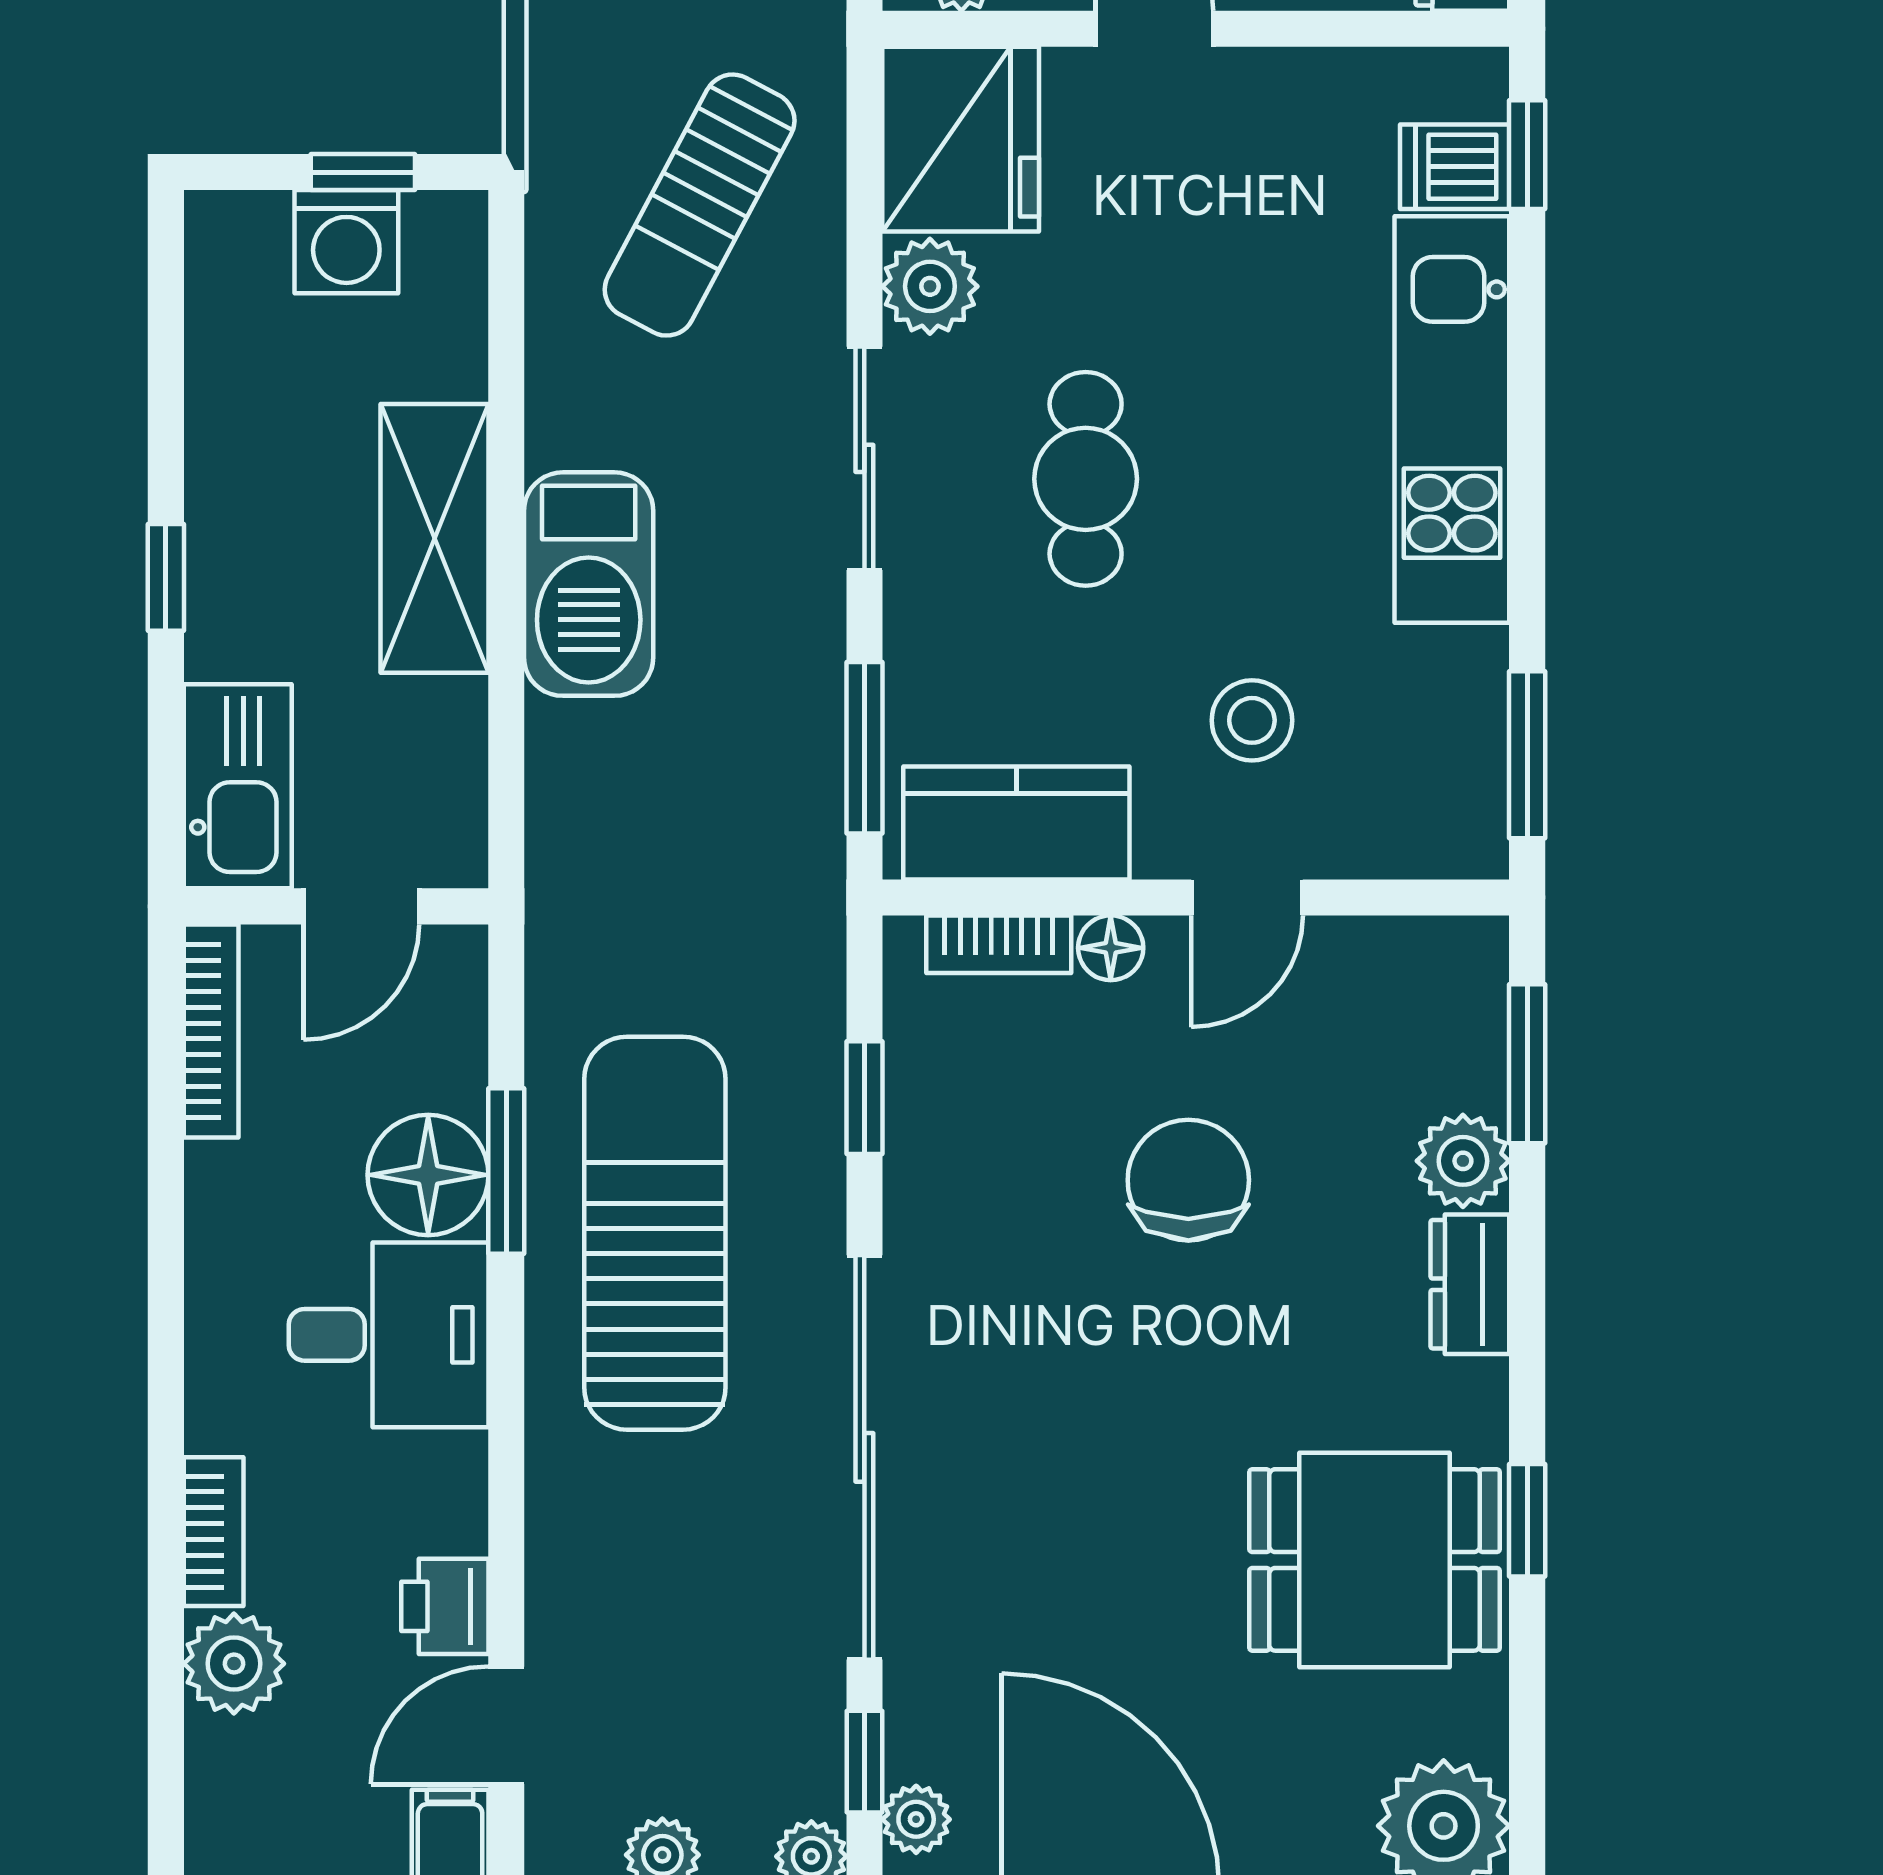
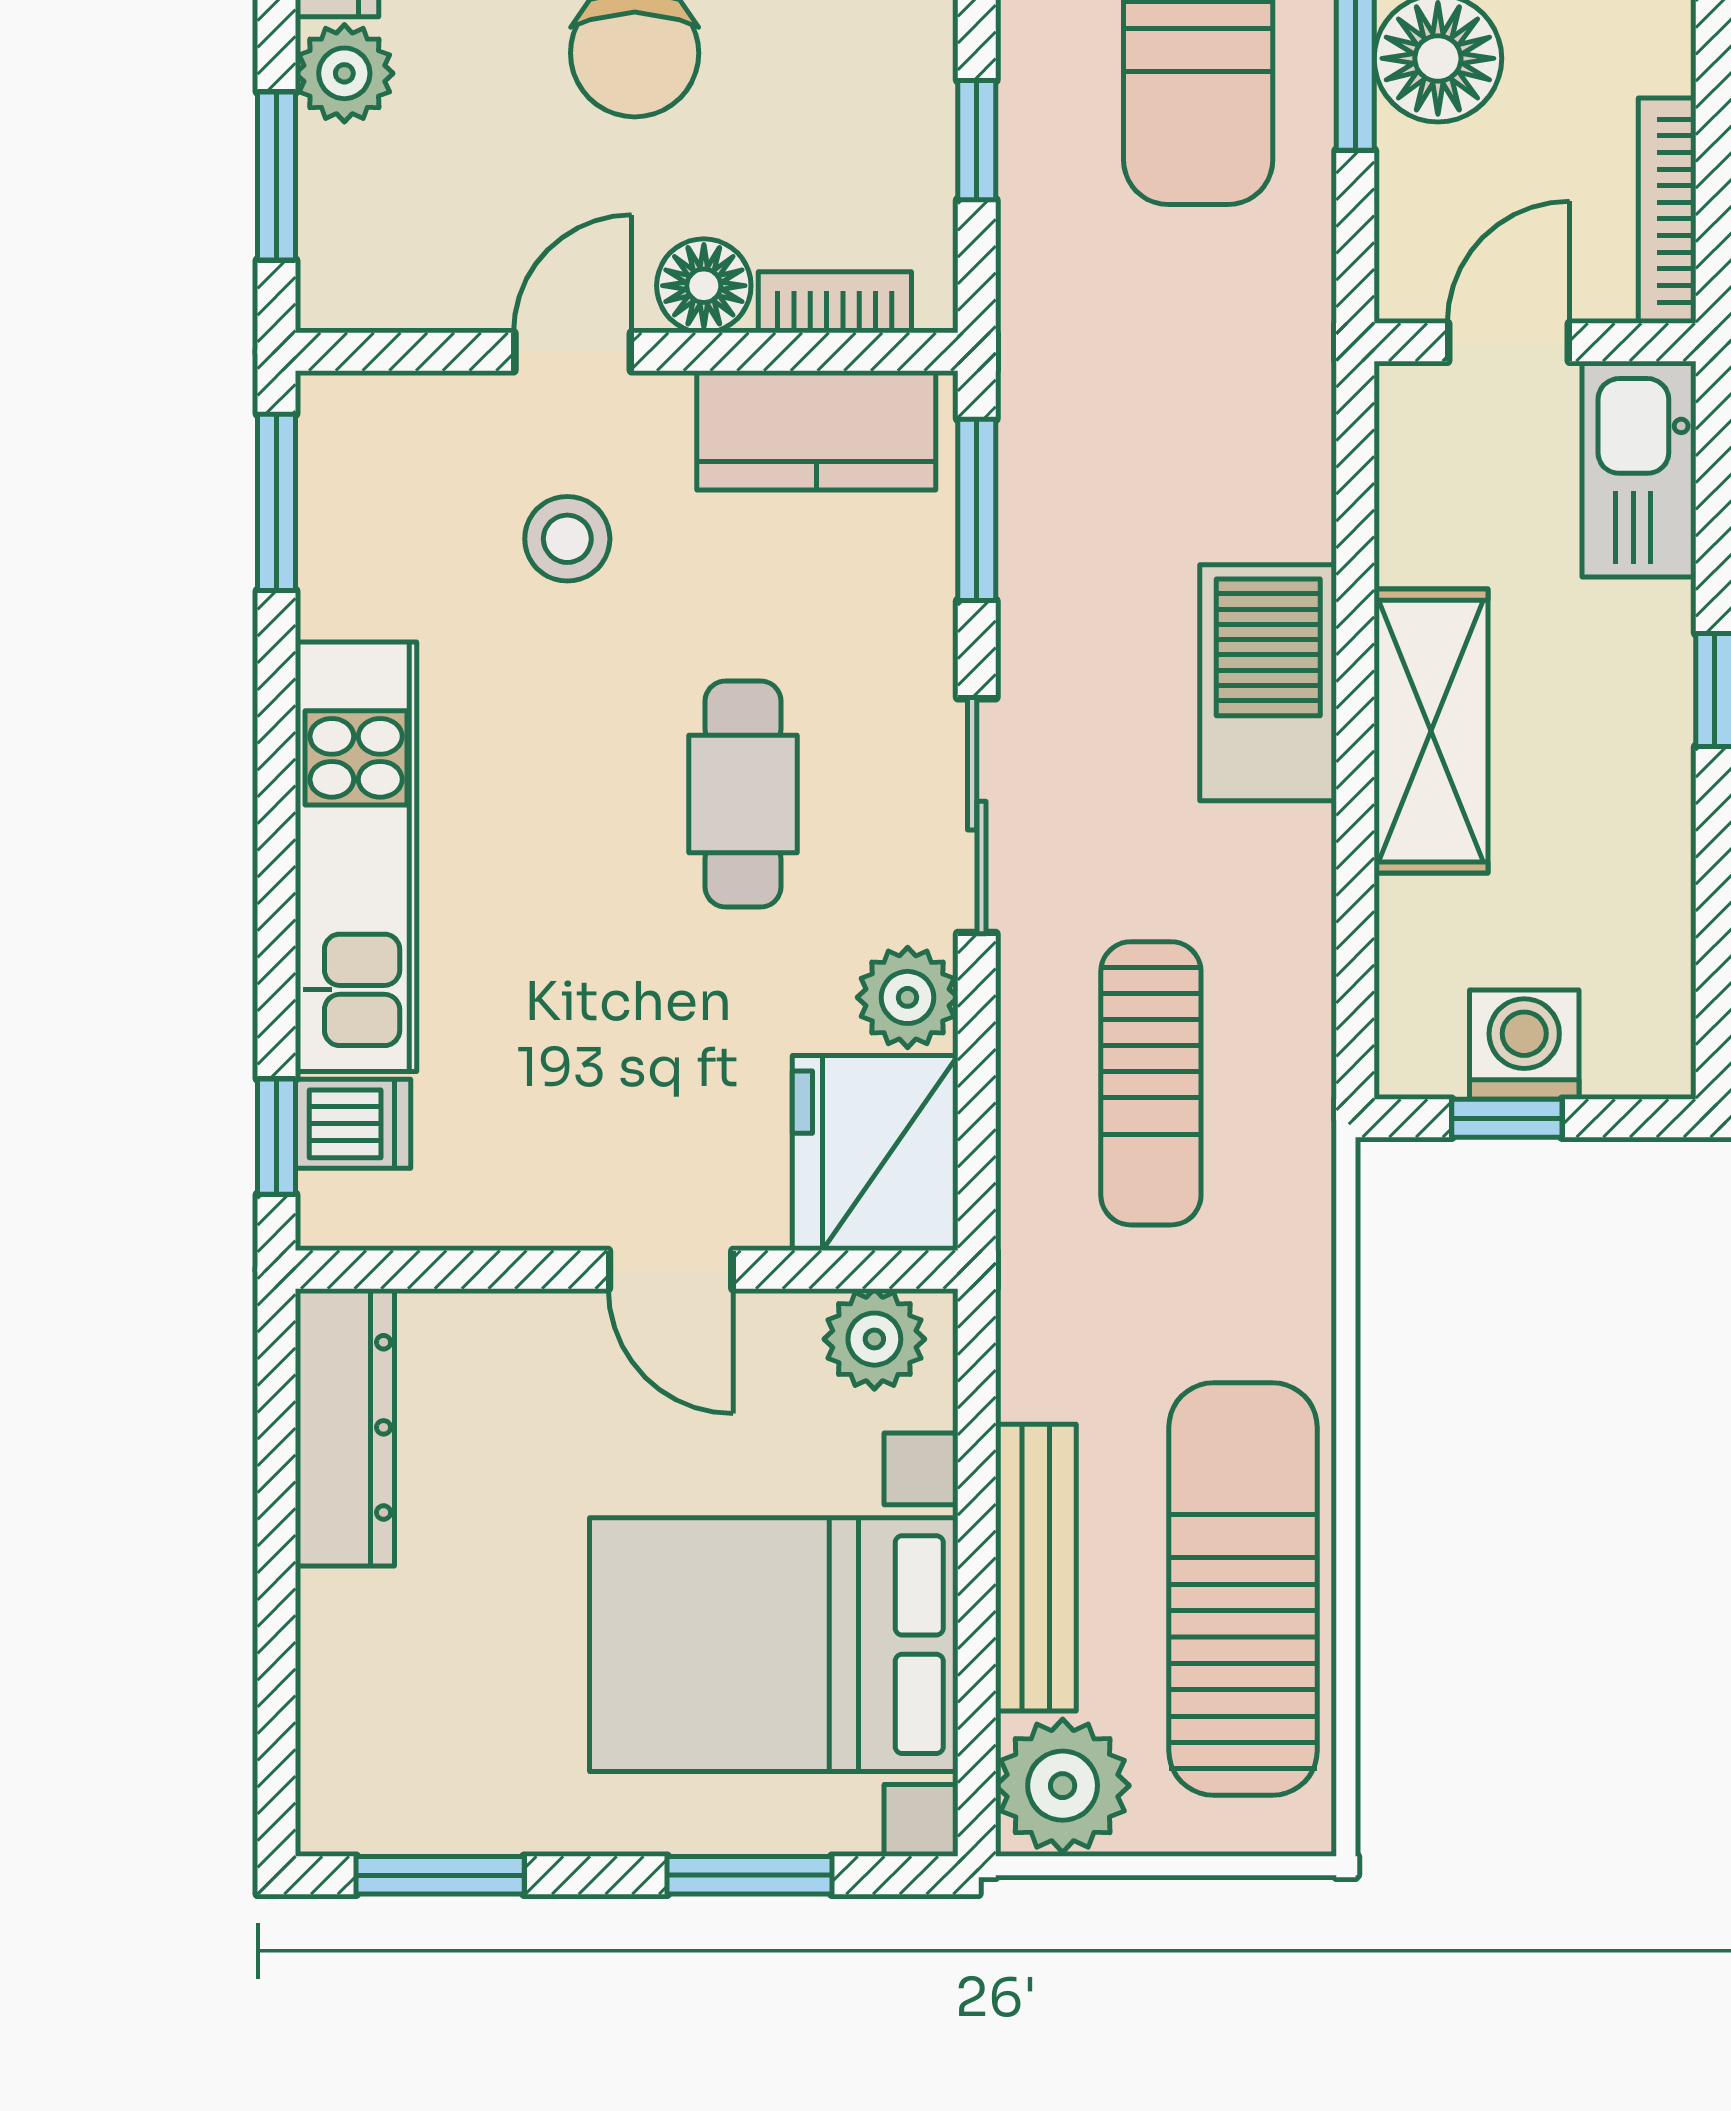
sun lounger: (700, 205) -> (1151, 1083), turned 152
floor lamp: (1111, 948) -> (704, 286), width x1.37, depth x1.37

